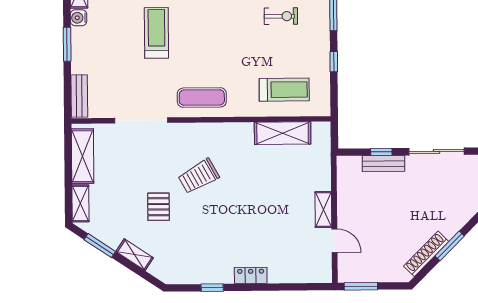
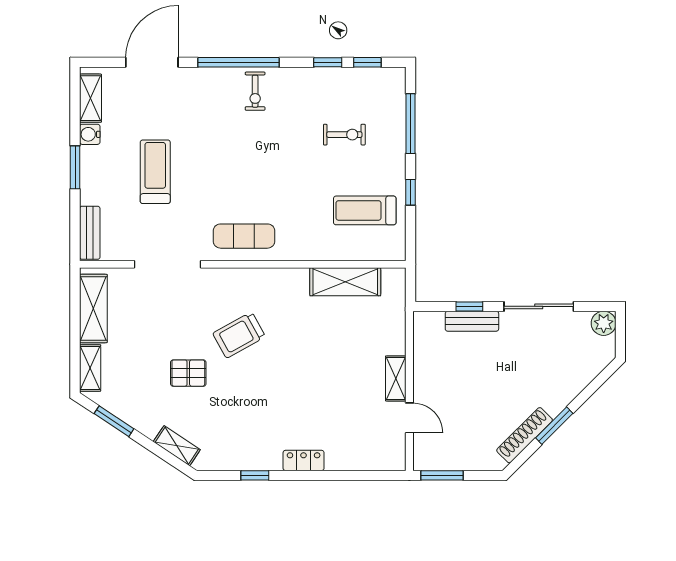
treadmill: (156, 33) -> (155, 172), moved
treadmill: (284, 90) -> (365, 210), moved, turned 180
pallet: (158, 207) -> (188, 373), turned 90
shelving: (135, 255) -> (177, 446), moved

